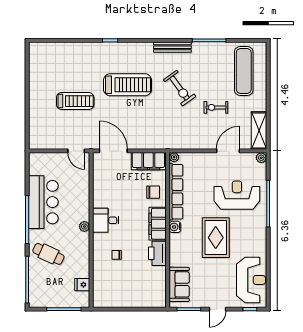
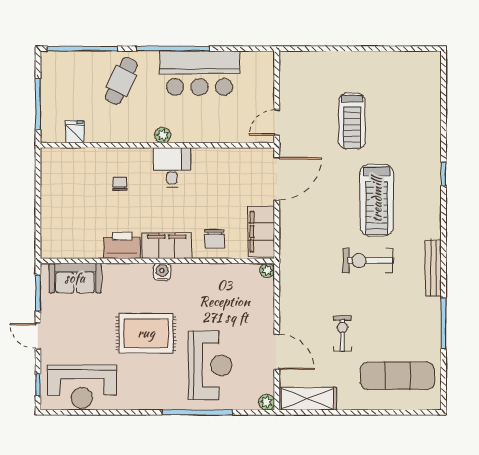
exercise bike: (180, 88) -> (368, 260), moved, turned 36
row of seats: (176, 192) -> (215, 273), removed

